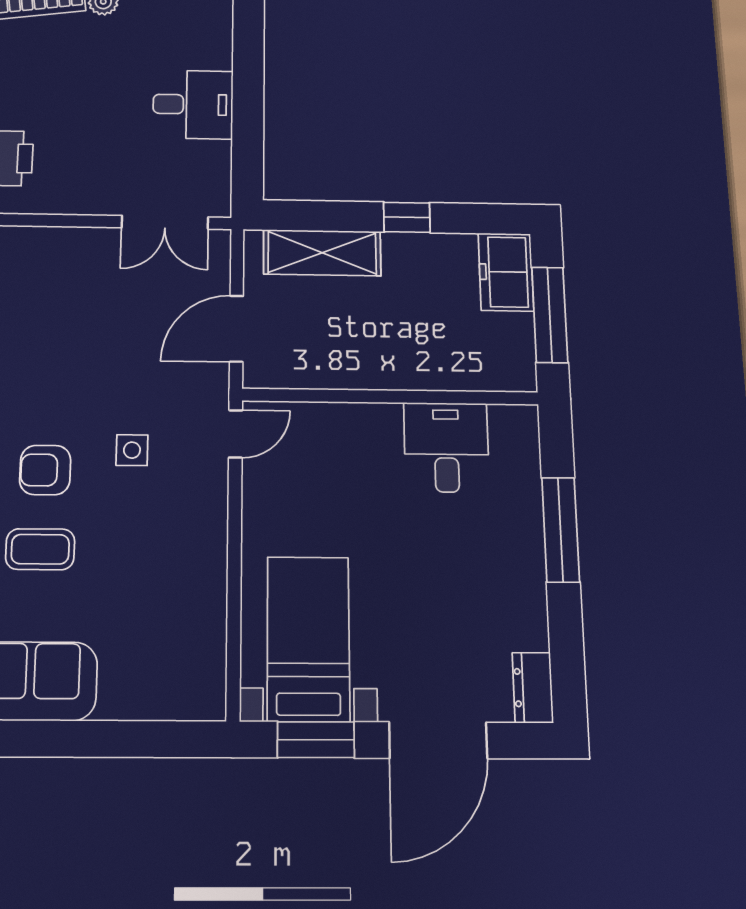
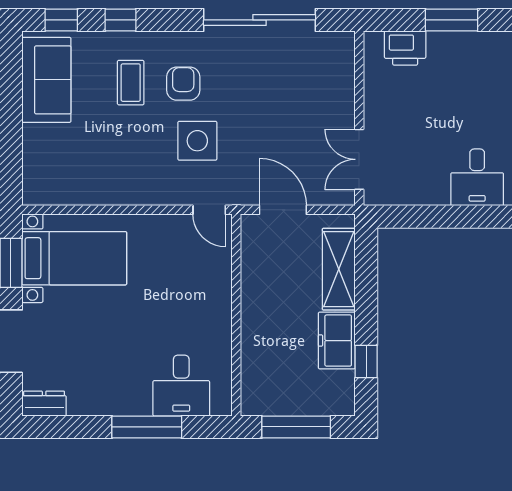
desk: (193, 104) -> (477, 177), moved
window: (407, 217) -> (366, 362), moved
freezer: (506, 272) -> (337, 341), moved, turned -90
desk: (446, 447) -> (181, 386), moved, turned 90
side table: (132, 450) -> (197, 141), width x1.87, depth x1.87

